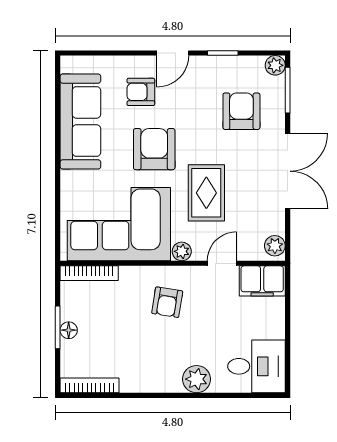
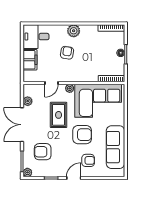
armchair: (241, 111) -> (43, 152), turned 90
armchair: (154, 149) -> (82, 135), turned -90
plant: (275, 246) -> (28, 101), moved
filing cabinet: (262, 281) -> (30, 60), moved, turned 90
armchair: (167, 302) -> (67, 53), moved
plant: (197, 379) -> (74, 31), moved

